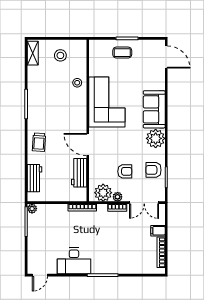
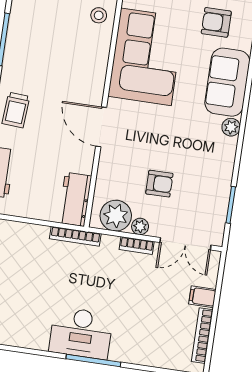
plant: (156, 138) -> (231, 127), width x0.53, depth x0.53
armchair: (153, 170) -> (216, 22), moved
workbench: (79, 173) -> (75, 199), moved
desk: (74, 261) -> (81, 333), moved

